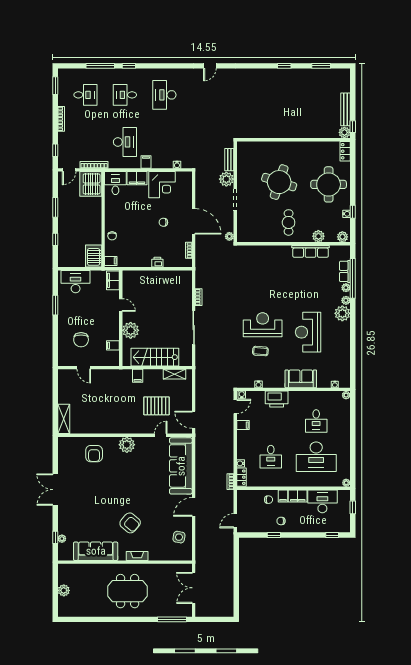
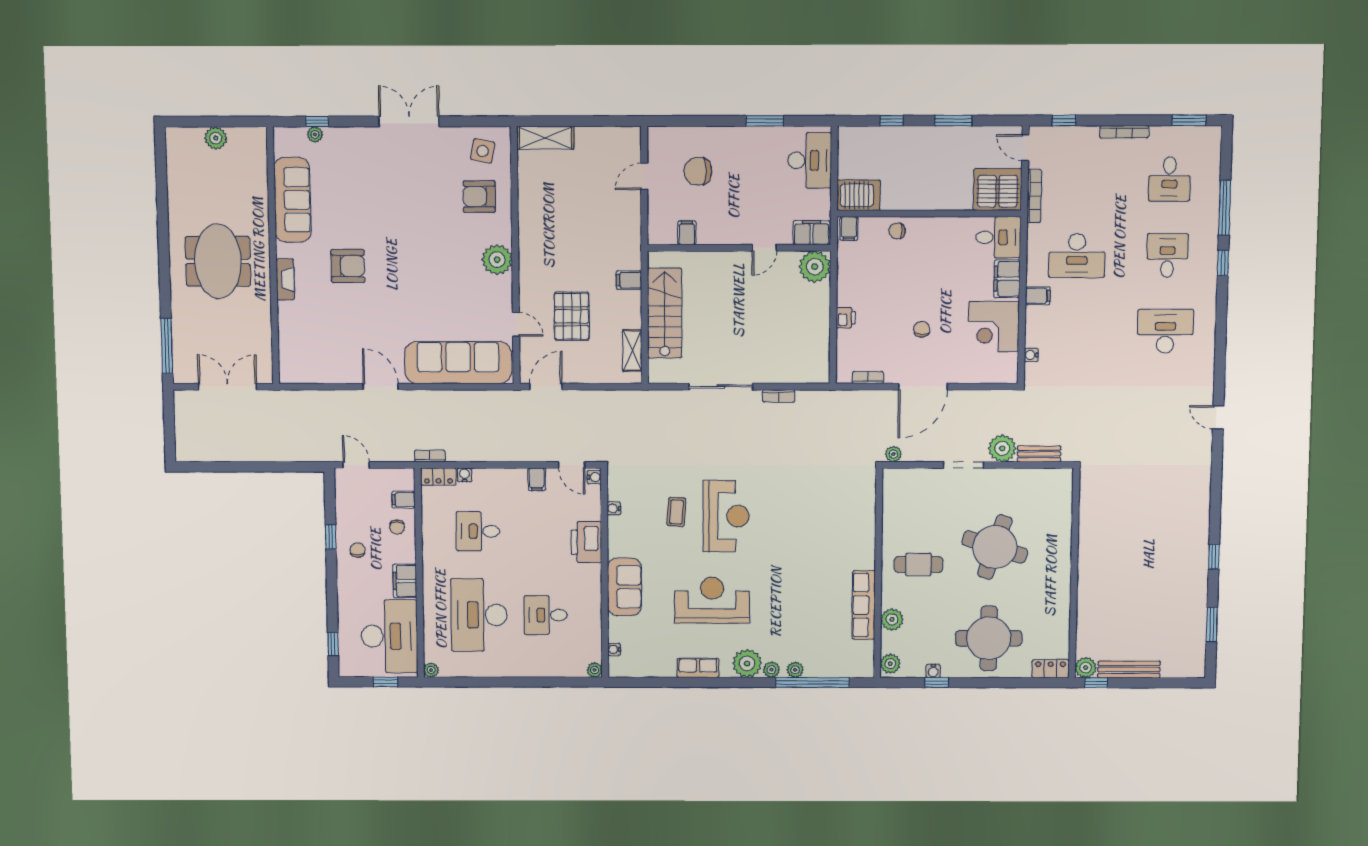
row of seats: (345, 271) -> (698, 668), moved
plant: (131, 330) -> (815, 267), moved
filing cabinet: (283, 496) -> (404, 500), moved
desk: (322, 501) -> (389, 636), width x1.36, depth x1.30
armchair: (130, 523) -> (348, 266), turned -130
side table: (179, 537) -> (483, 151), moved

